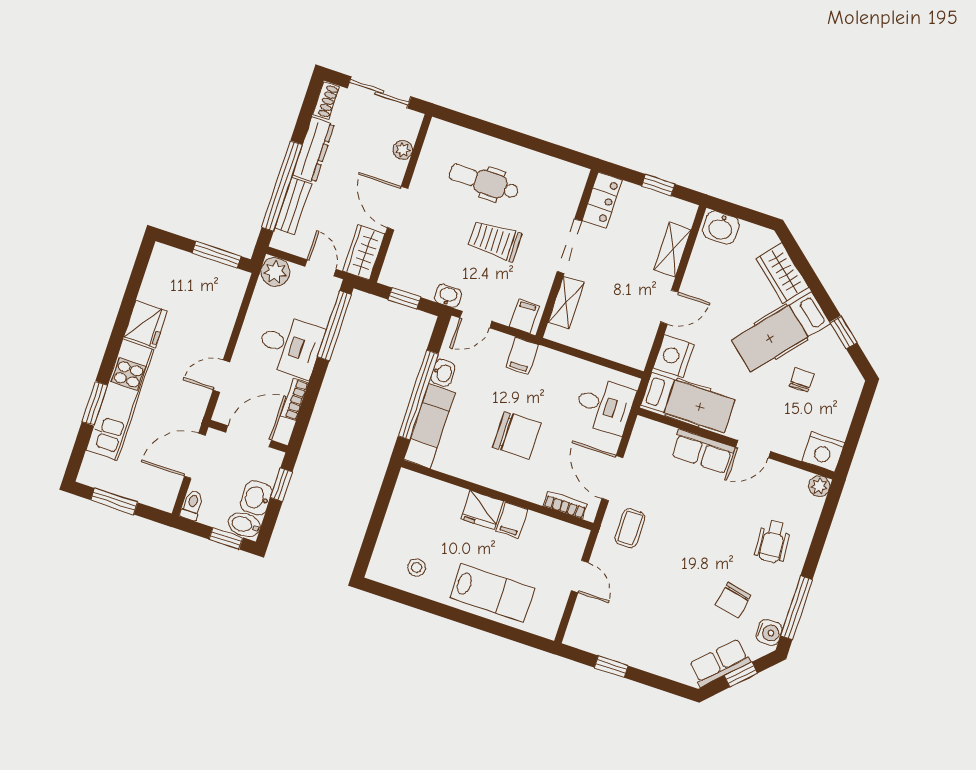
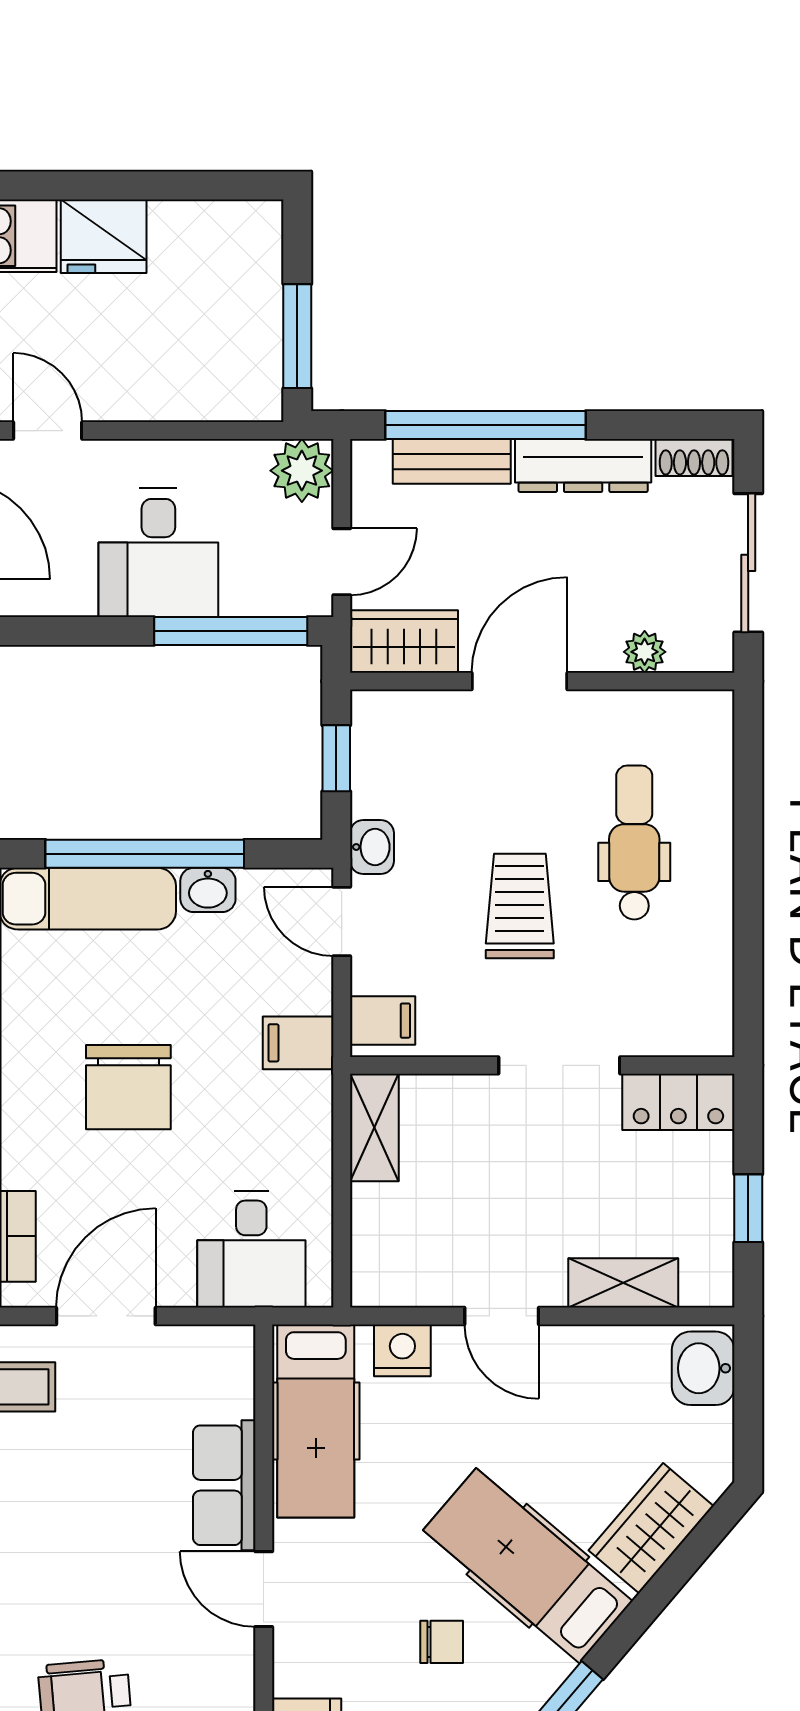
shelving: (566, 302) -> (374, 1128), moved, turned 90
nightstand: (674, 356) -> (402, 1350), width x0.74, depth x0.75
bookcase: (295, 399) -> (50, 599), removed

